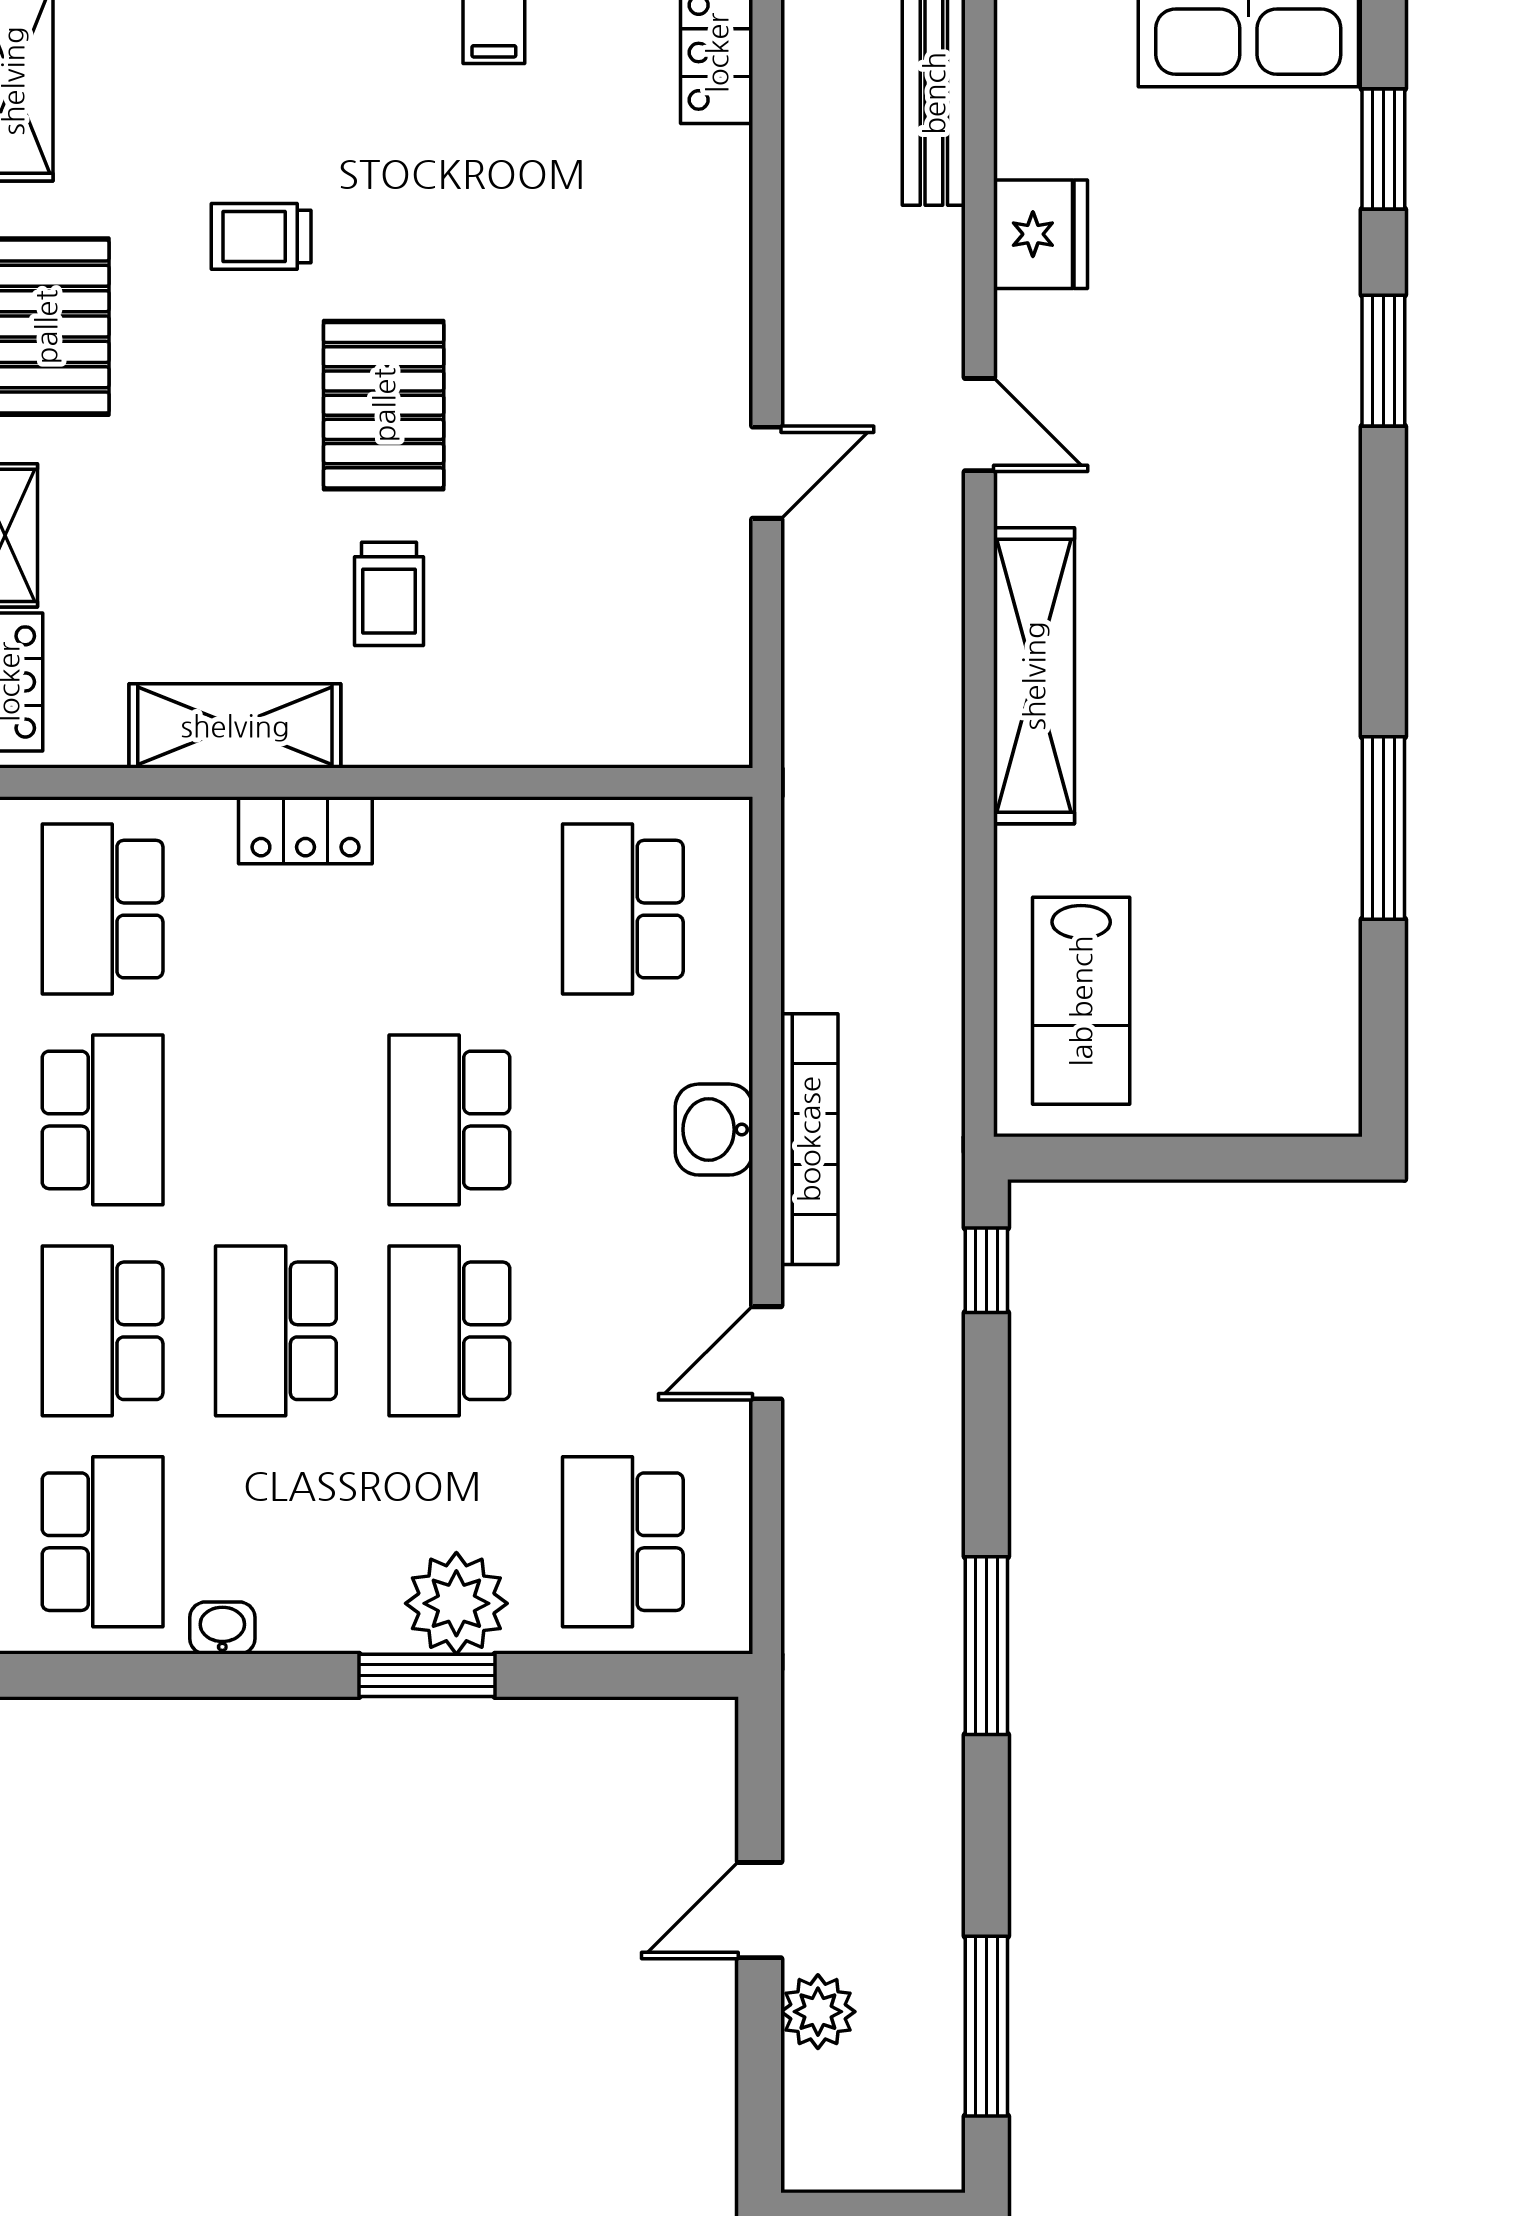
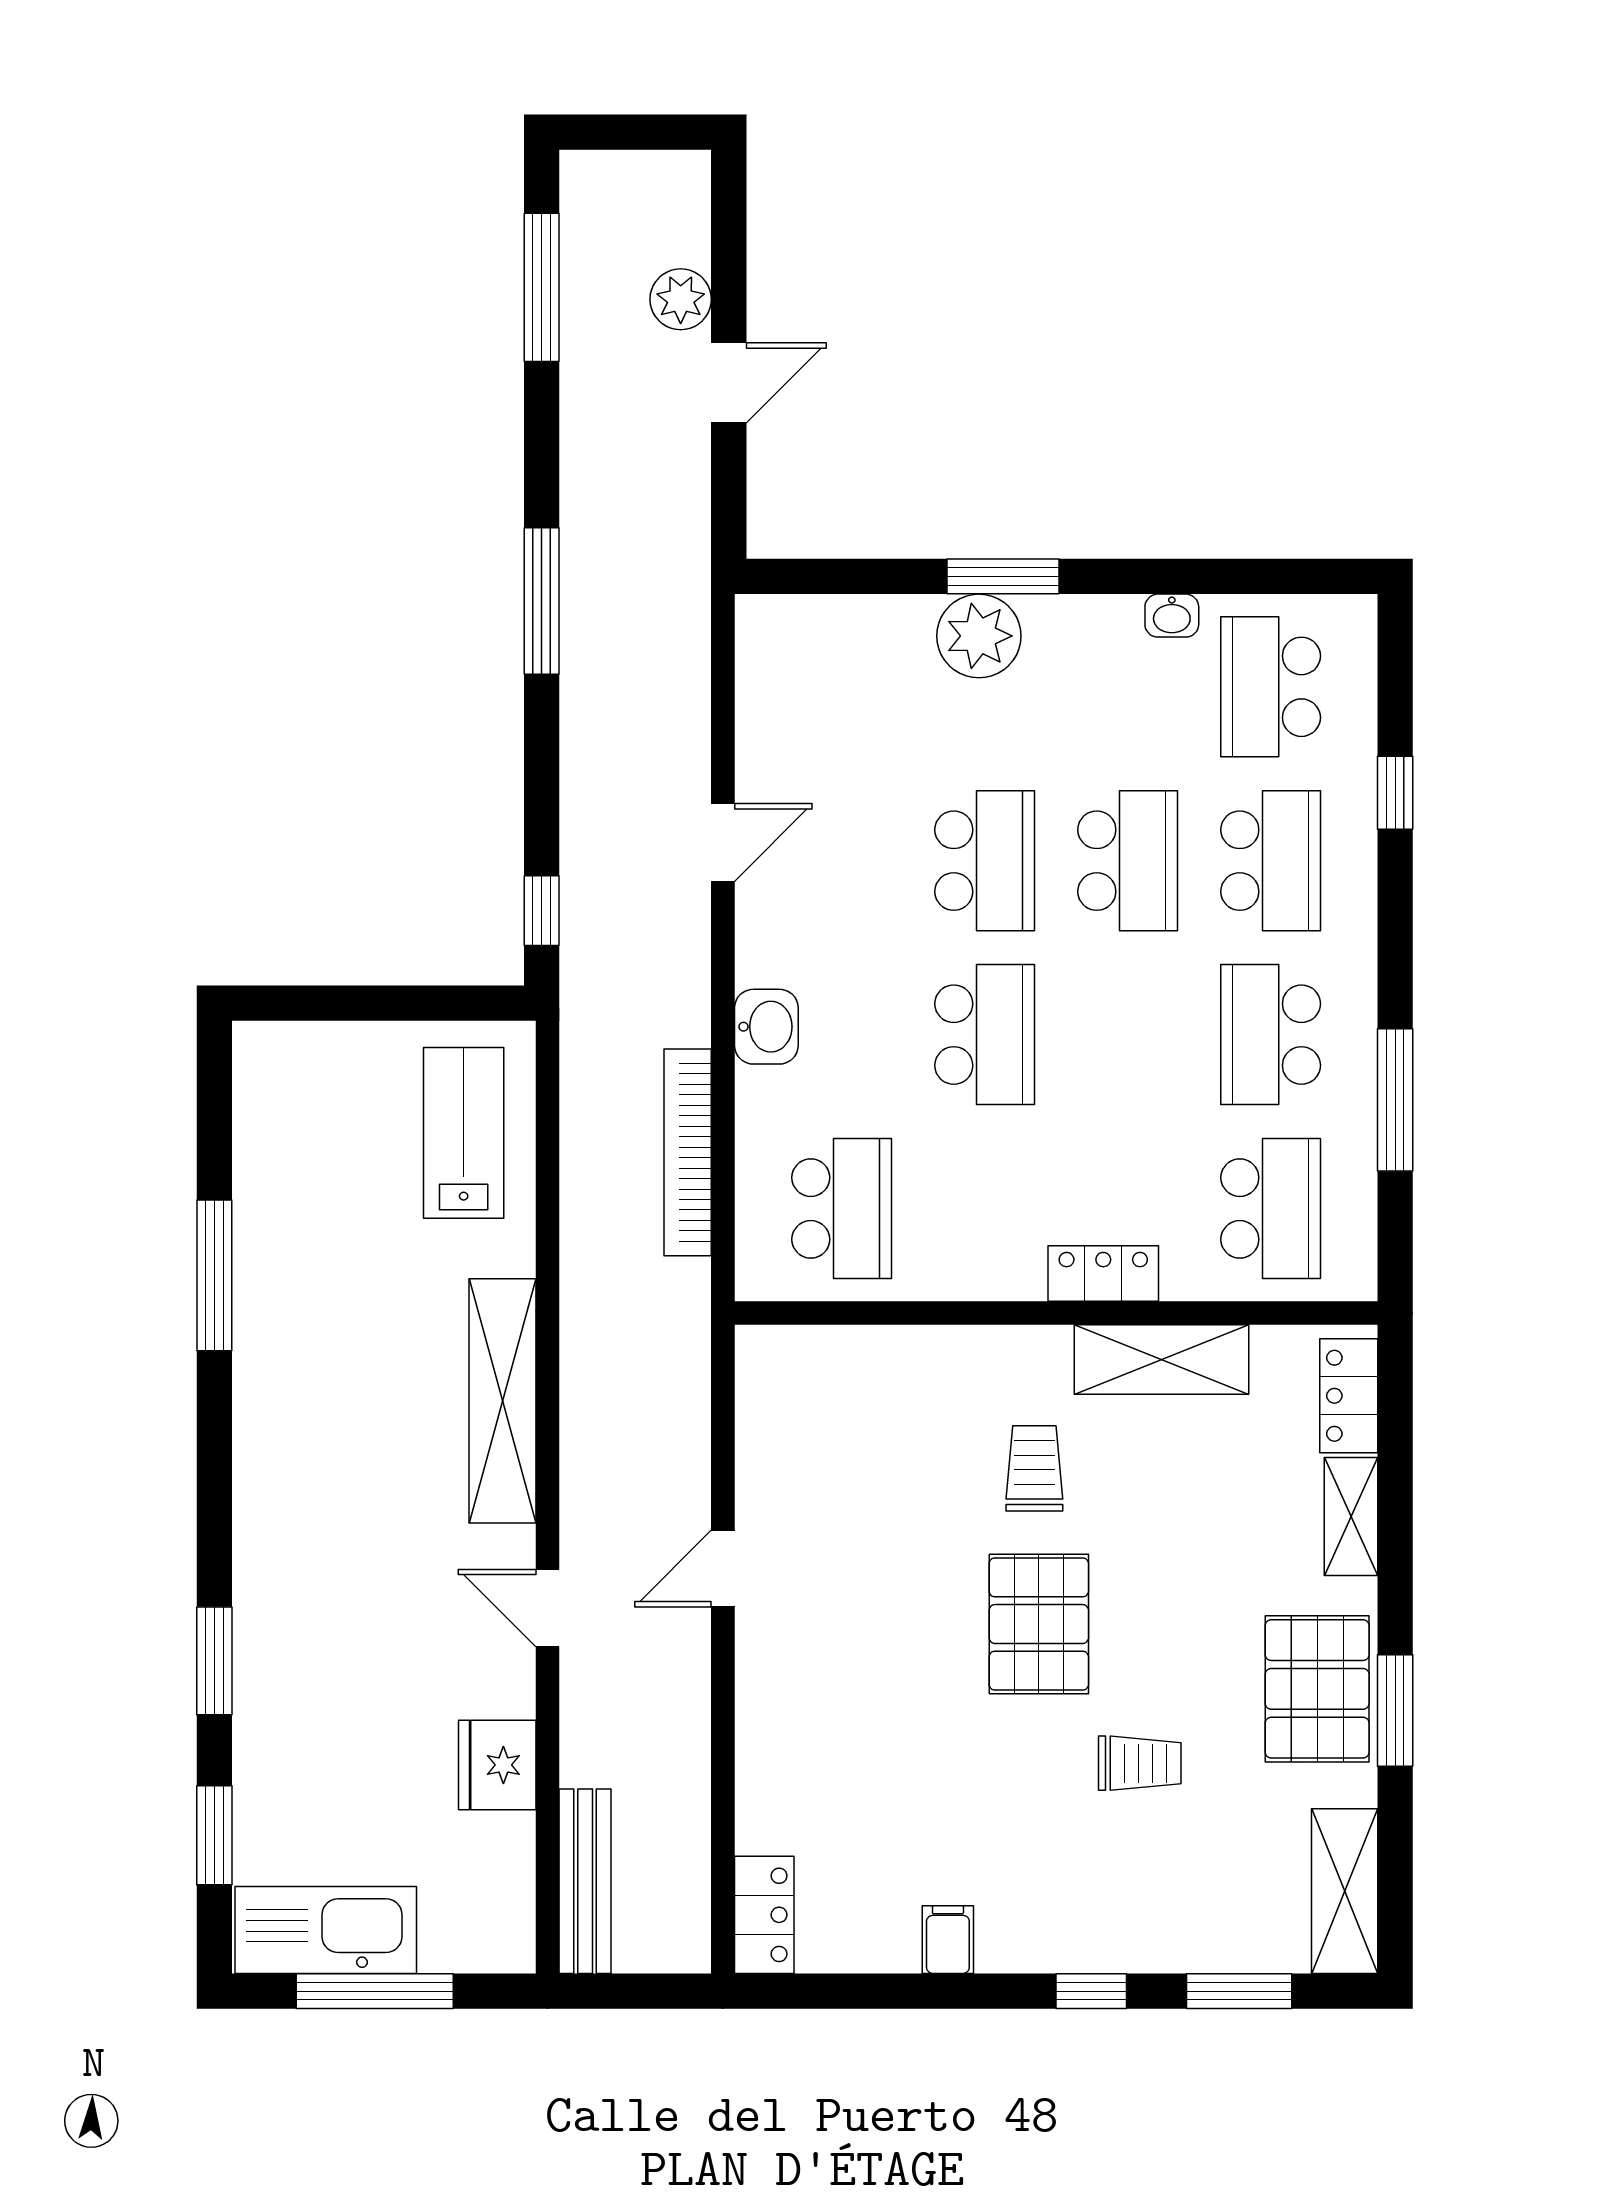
bookcase: (809, 1139) -> (688, 1152), moved
school desk: (623, 1542) -> (842, 687), removed

